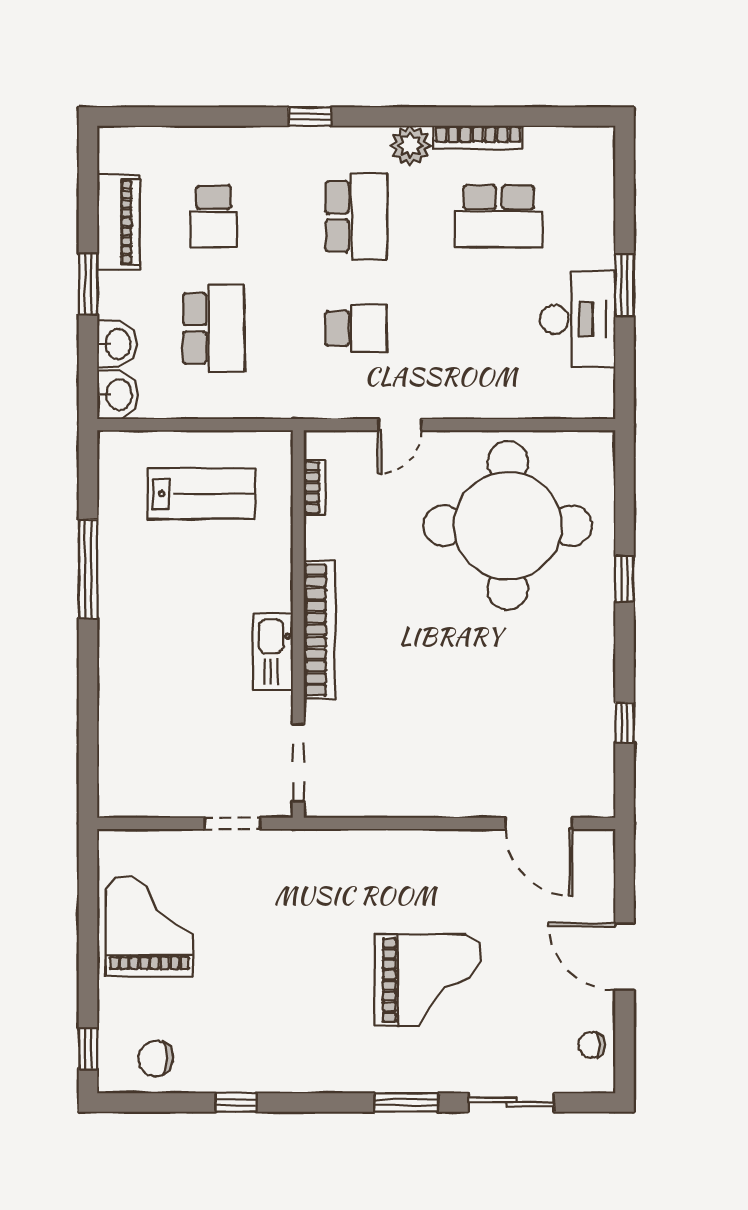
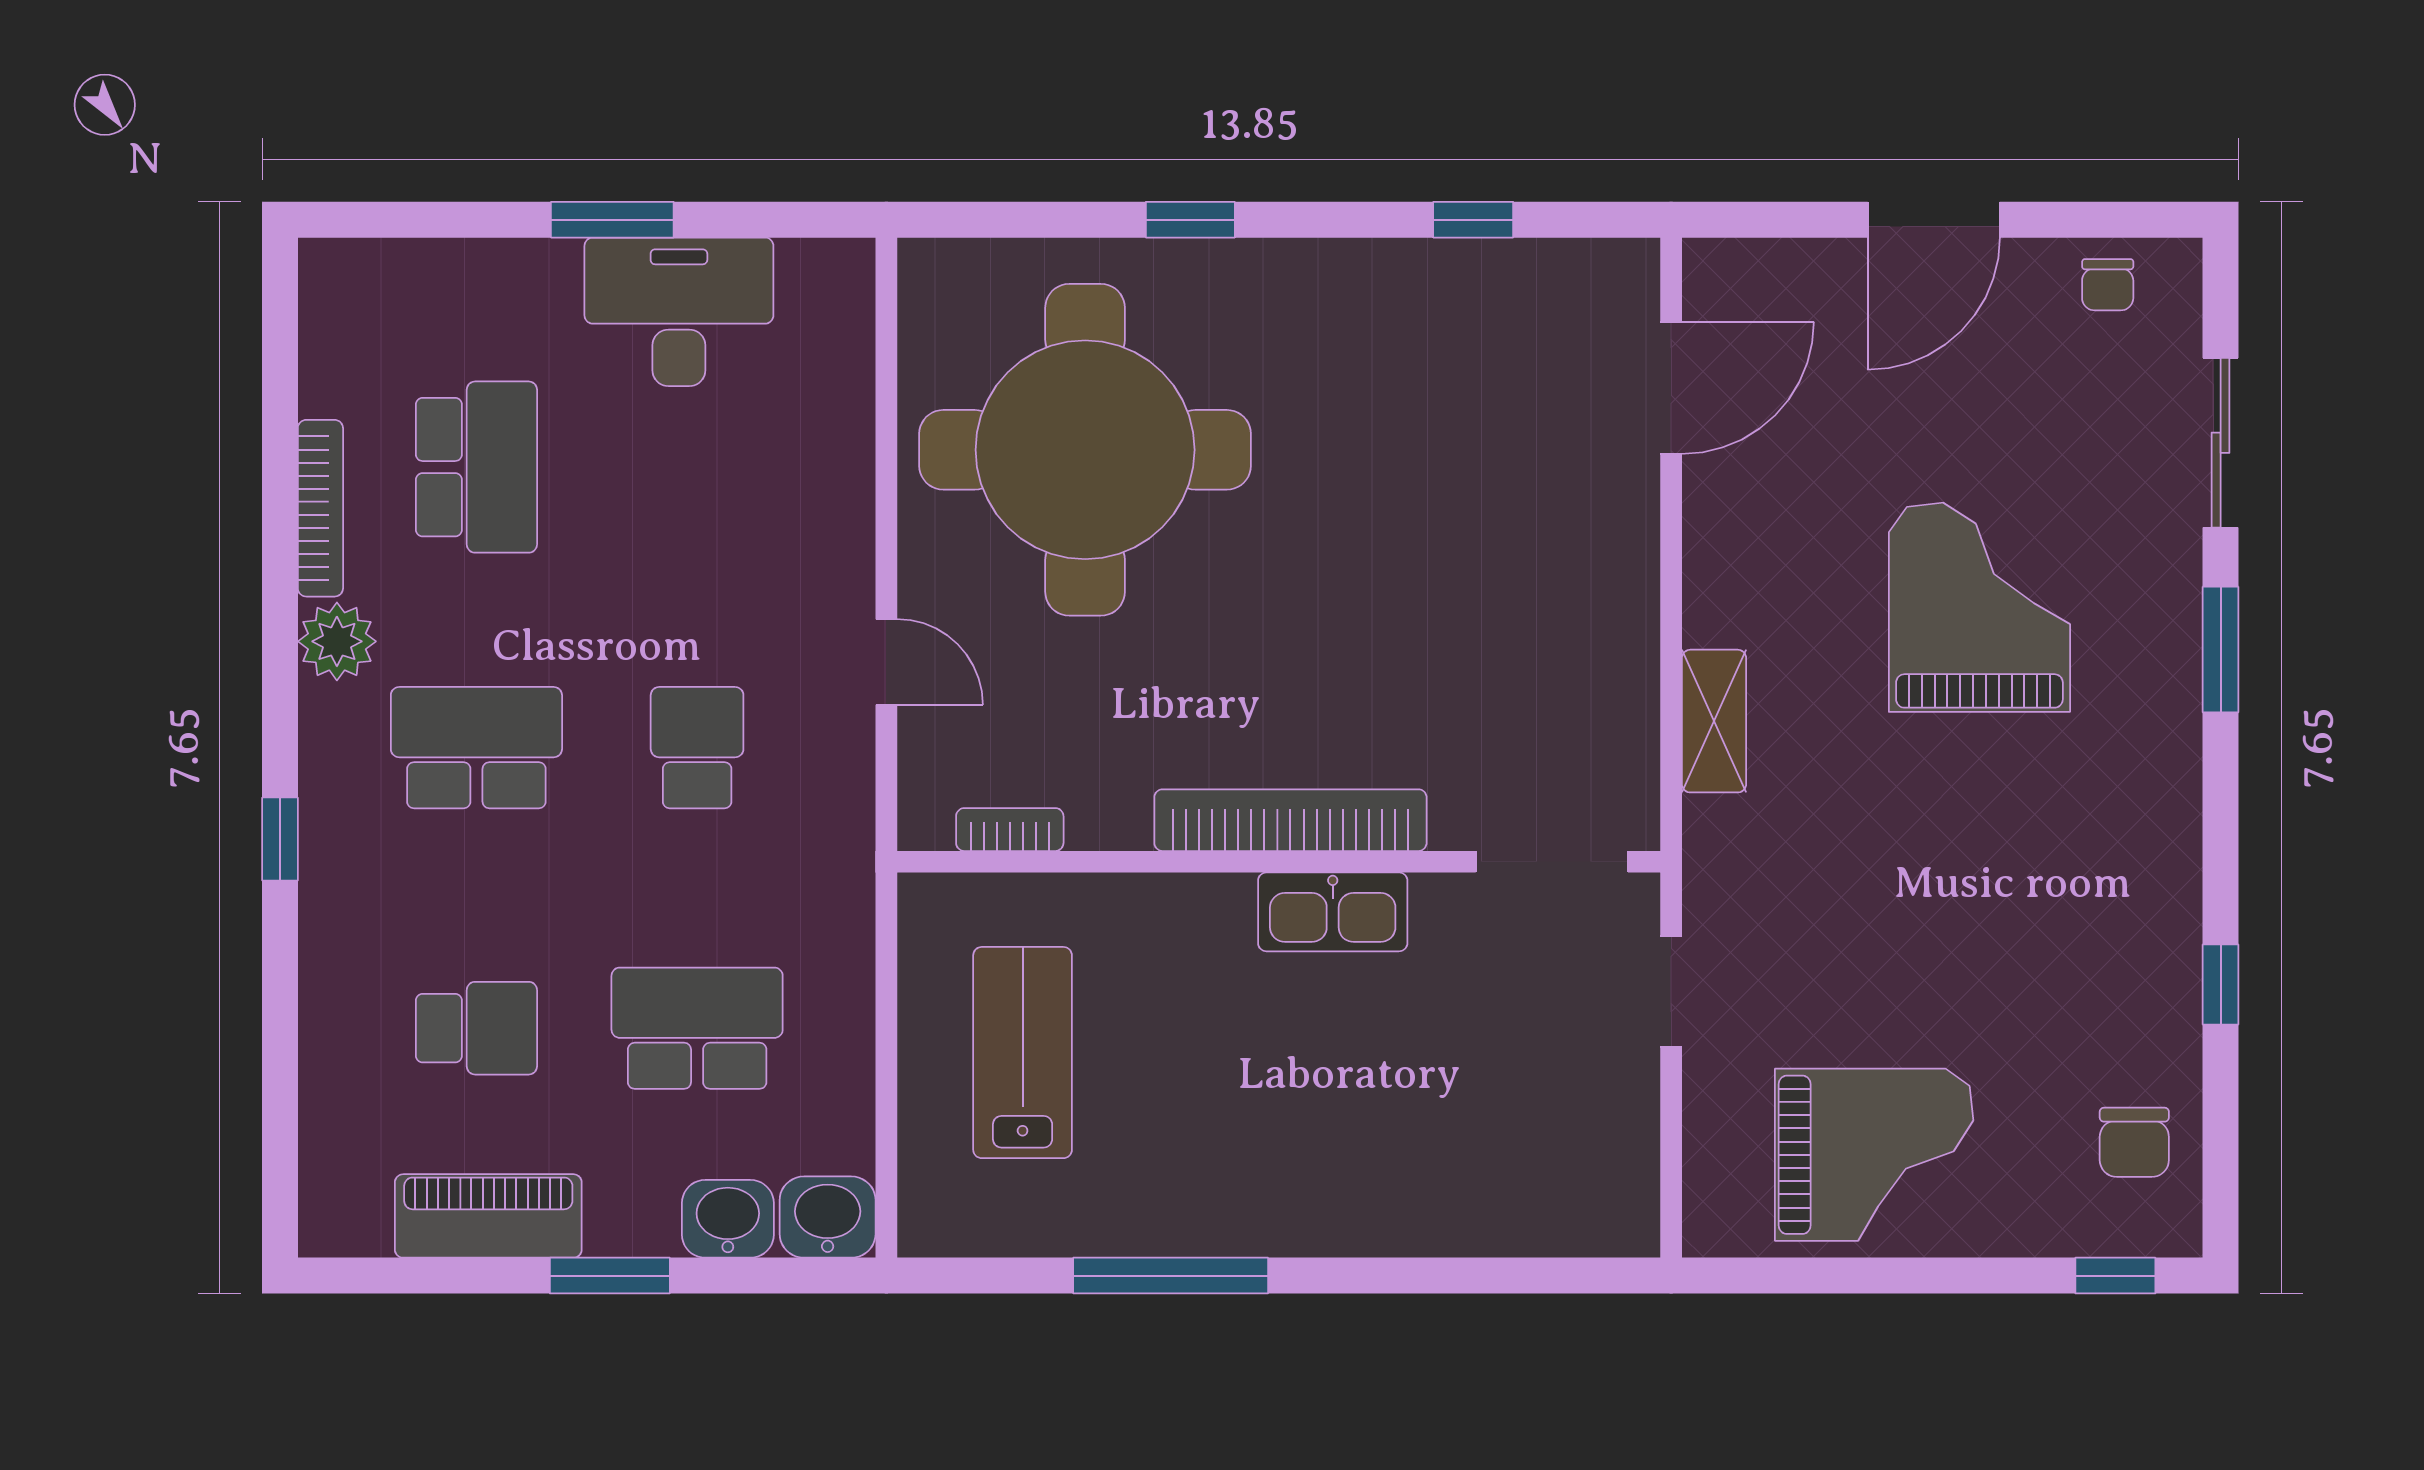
shelving: (370, 845) -> (1714, 721), added
grand piano: (149, 926) -> (1874, 1155), turned 180

